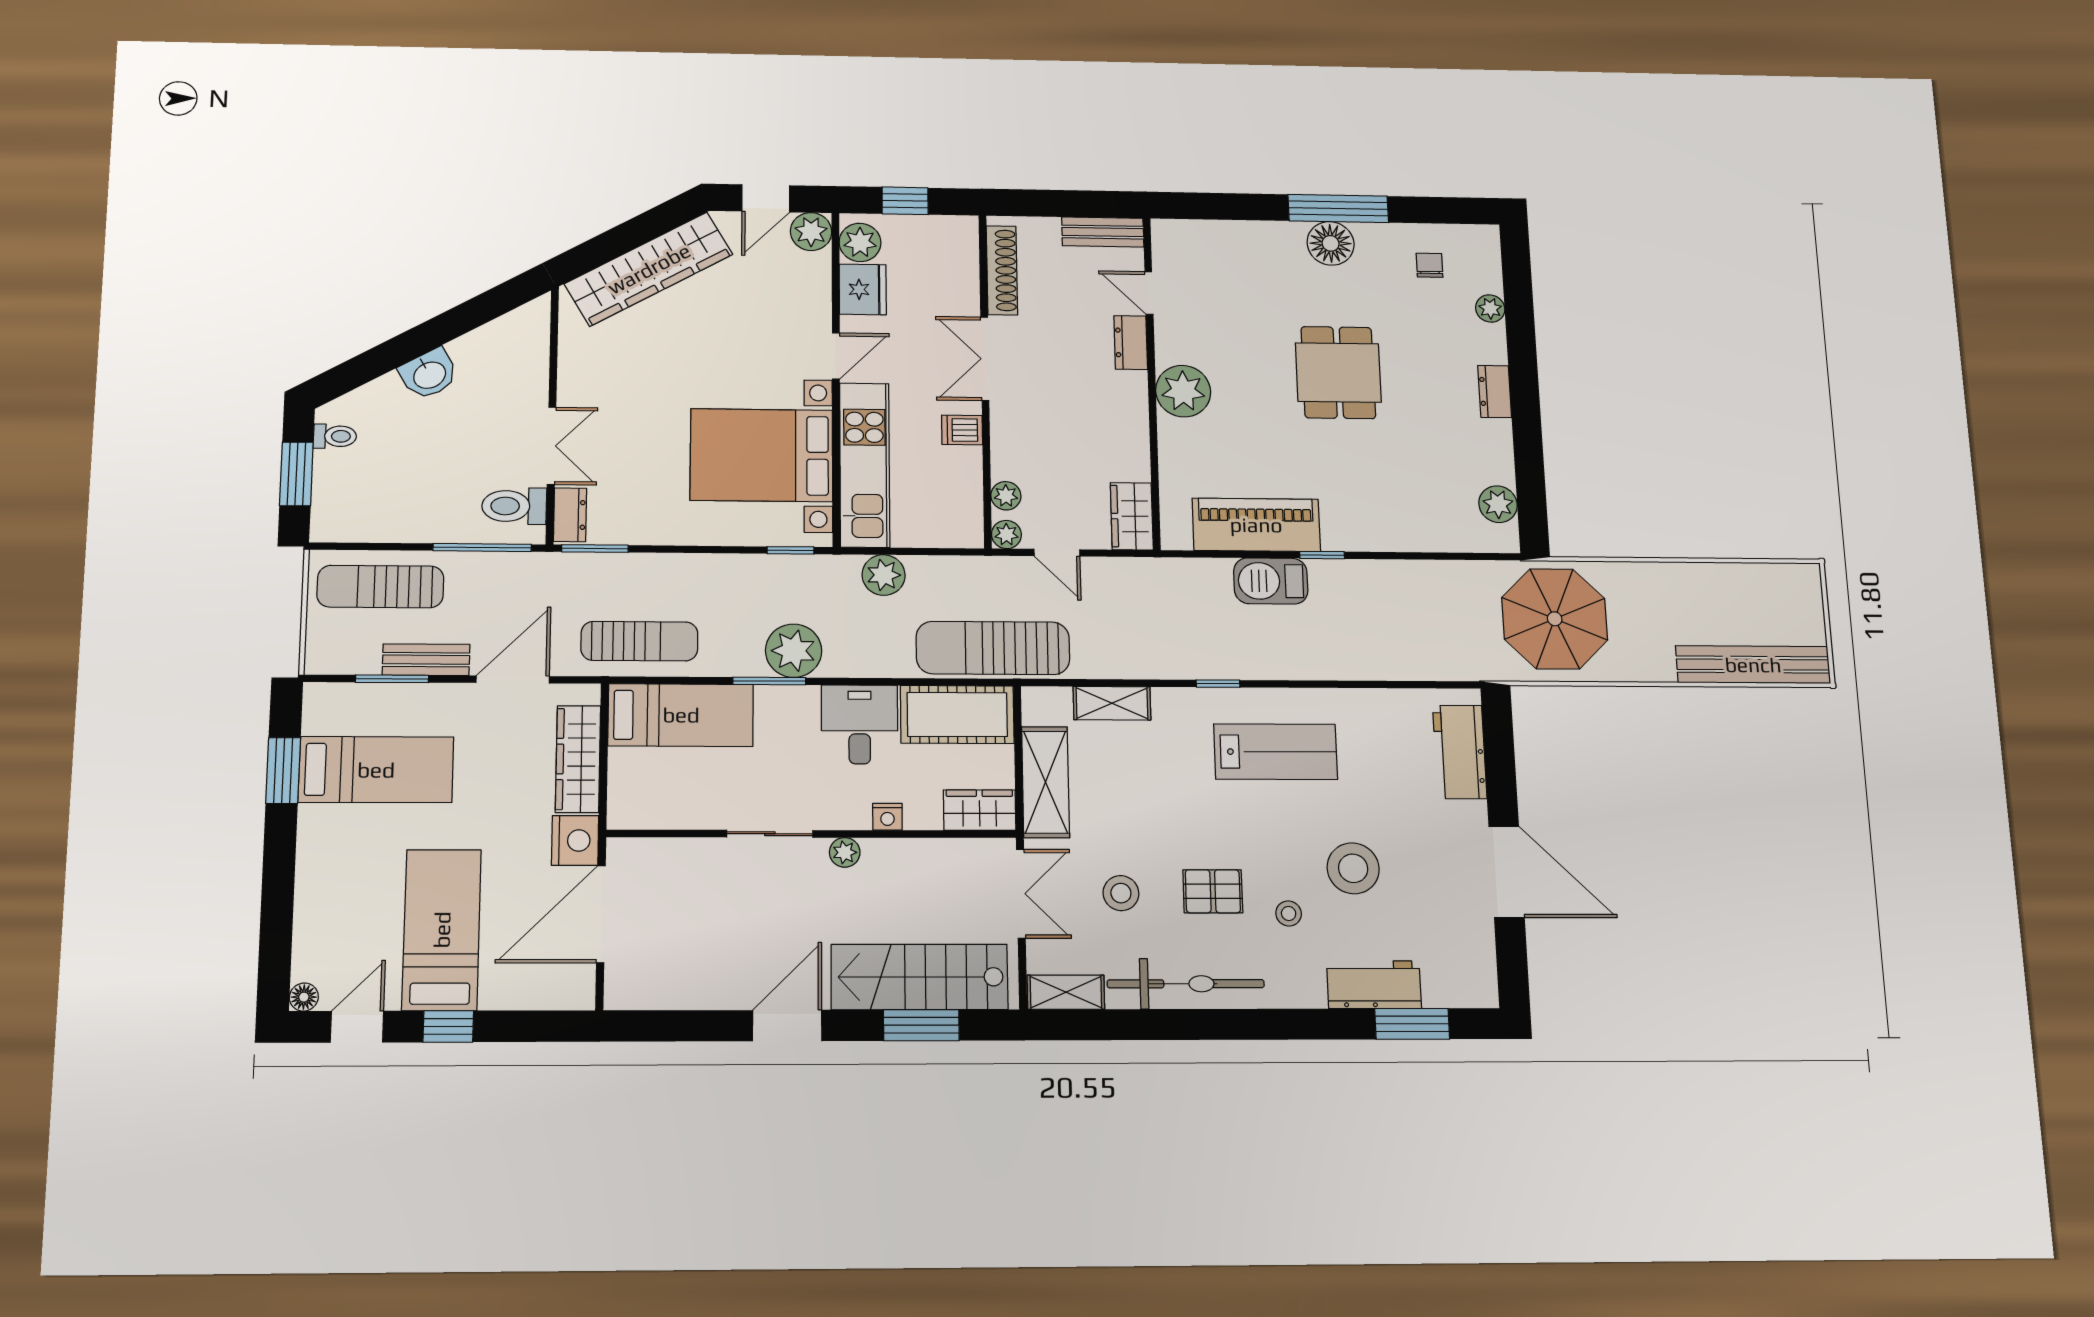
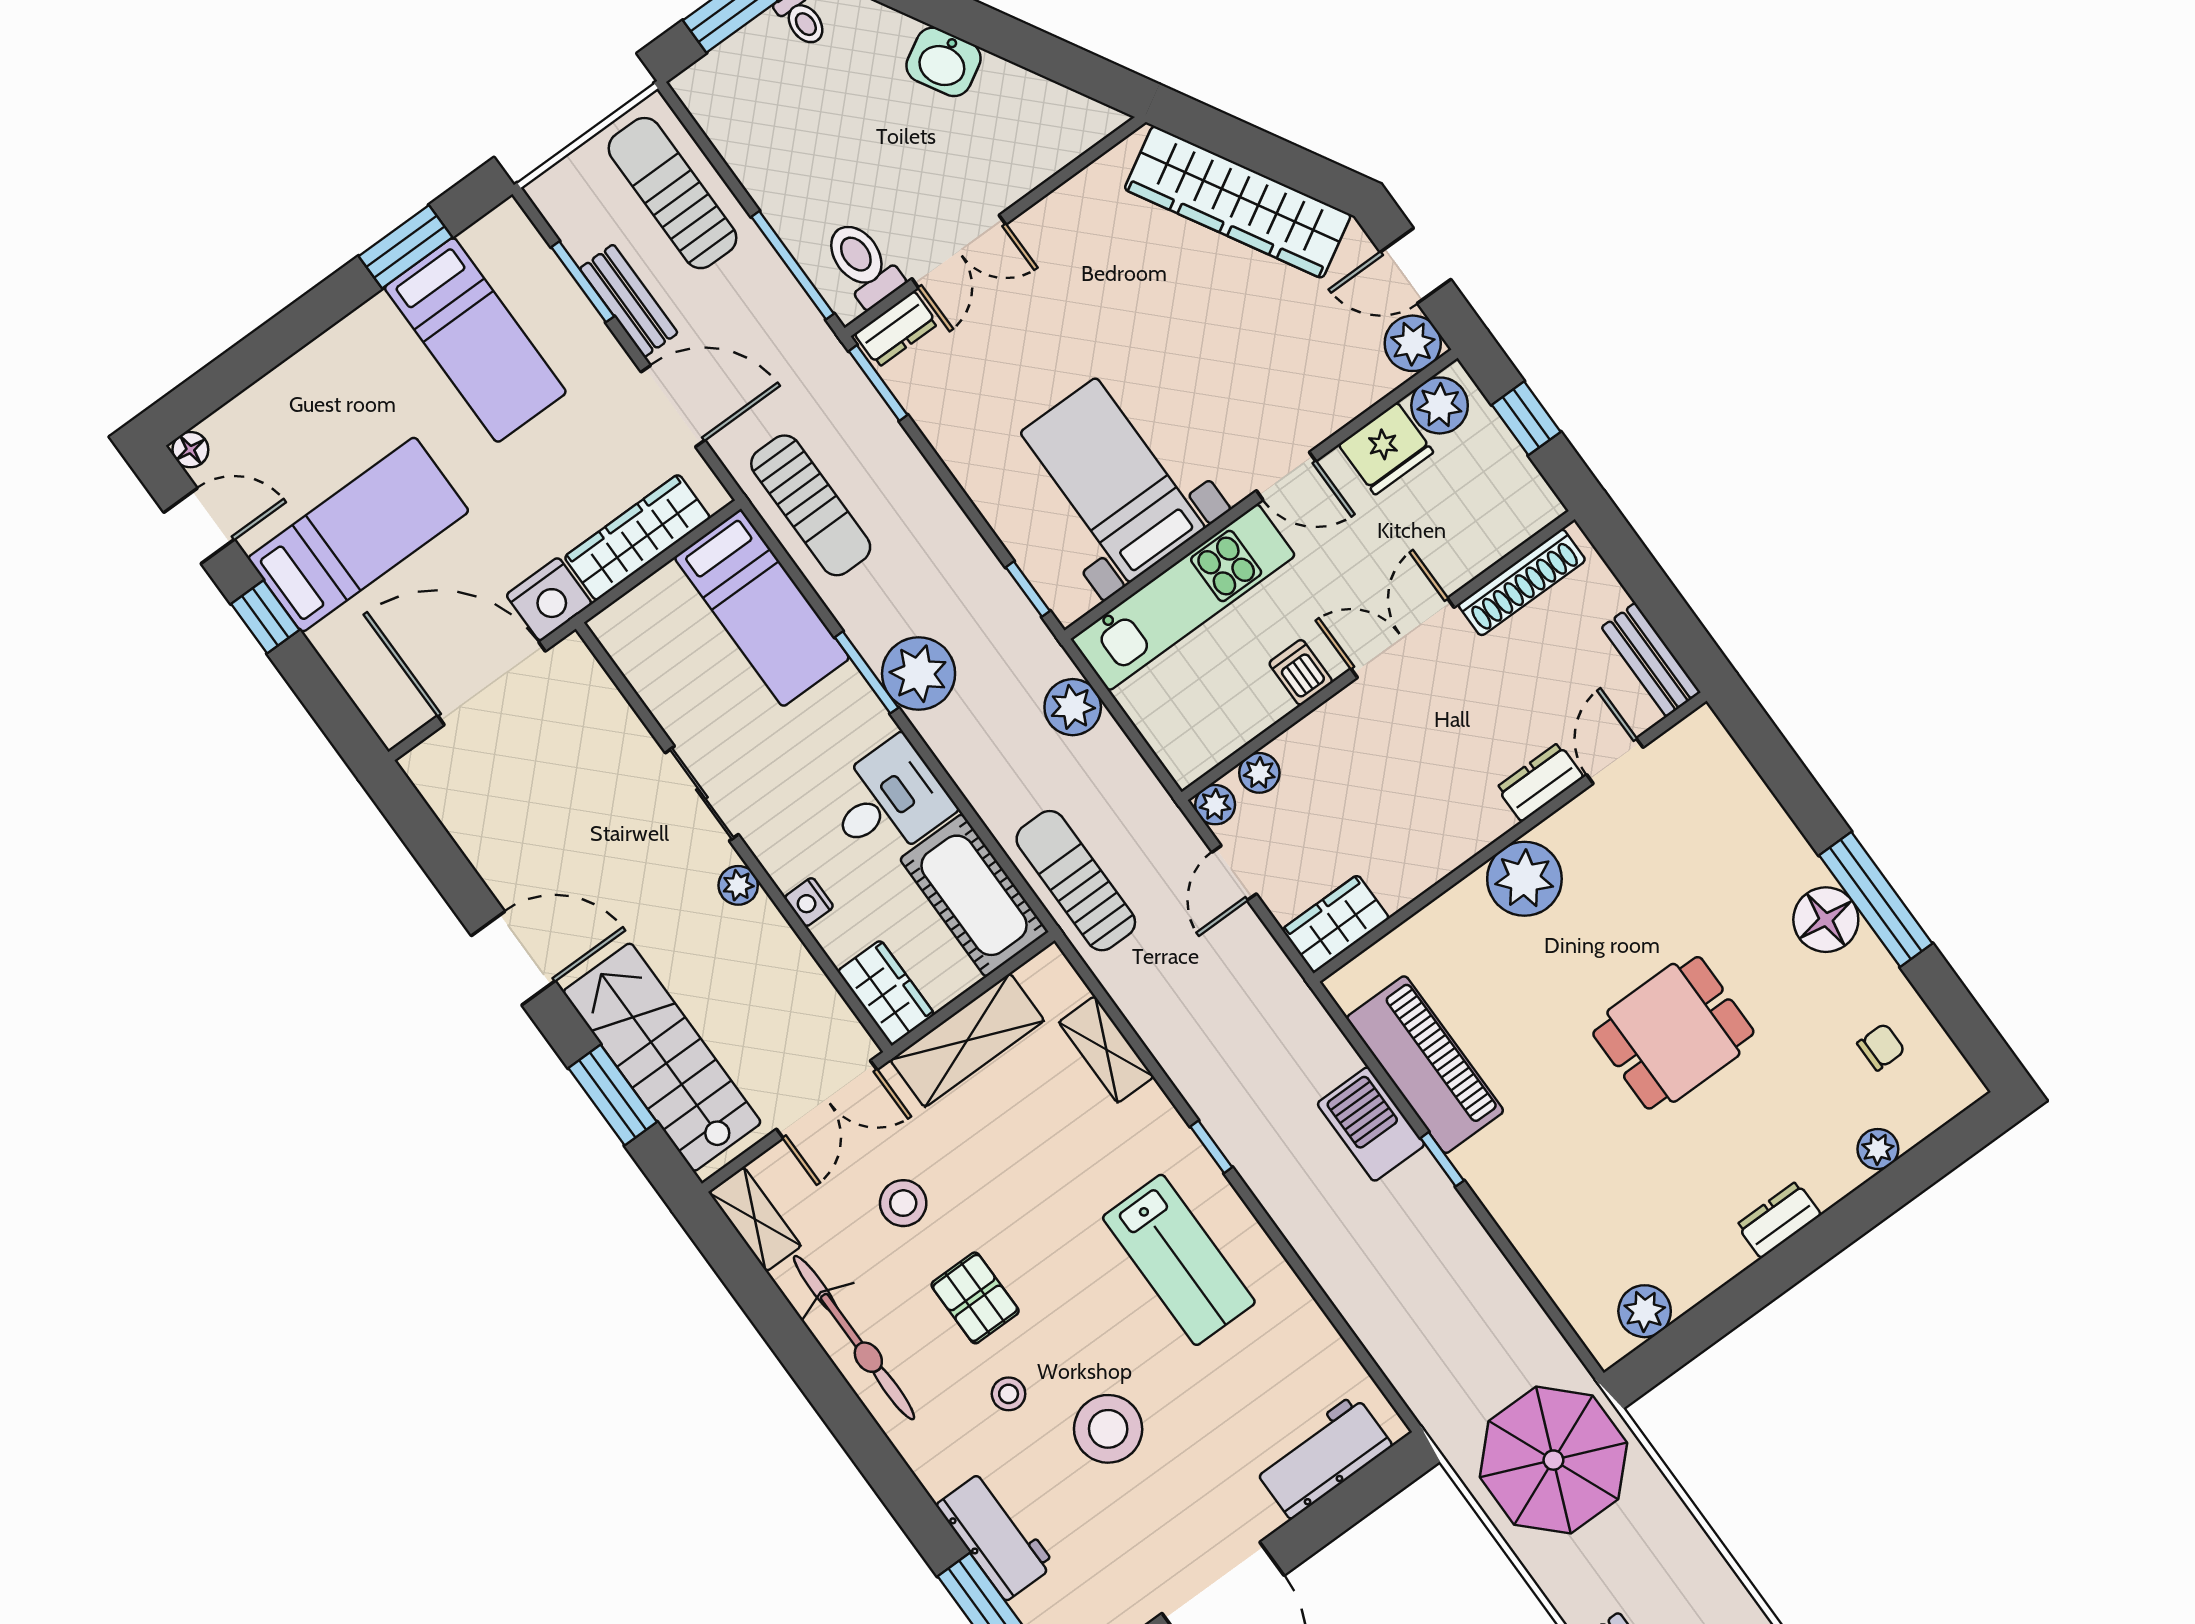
bed with nightstands: (762, 455) -> (1113, 480), width x0.73
sun lounger: (993, 648) -> (1076, 881), width x0.73, depth x0.75

